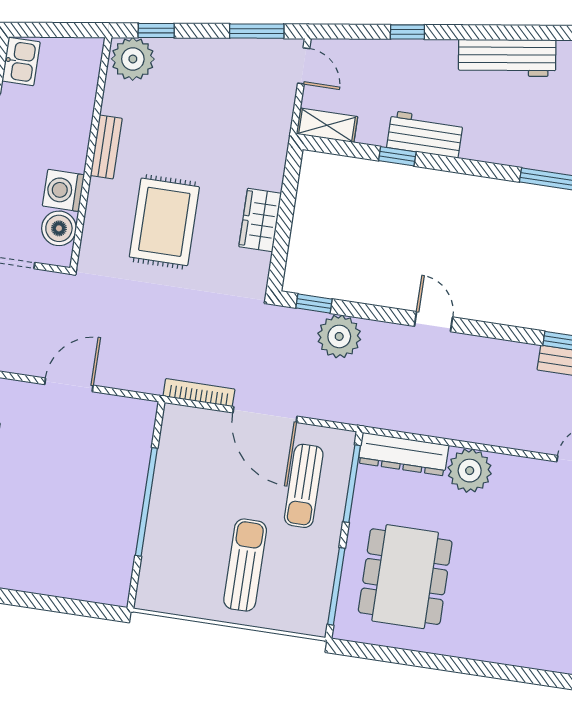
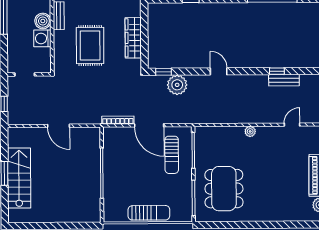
wardrobe: (260, 220) -> (133, 38), width x1.50
boiler: (59, 228) -> (43, 21), moved
door: (69, 385) -> (59, 126), swing flipped
dresser: (403, 454) -> (214, 133), removed
plant: (470, 471) -> (250, 131), width x0.53, depth x0.53
sun lounger: (245, 565) -> (149, 213), moved, turned 90

